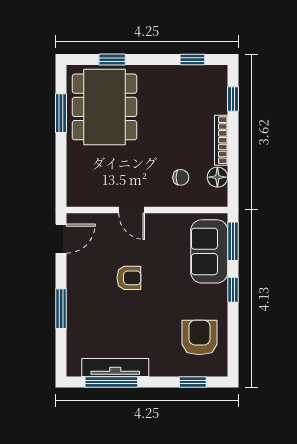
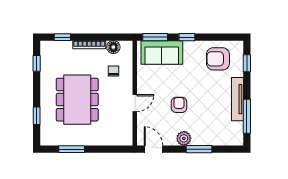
dining table: (104, 107) -> (77, 100), moved, turned 90
plant: (77, 285) -> (184, 138), added
tv unit: (115, 367) -> (237, 99), moved

